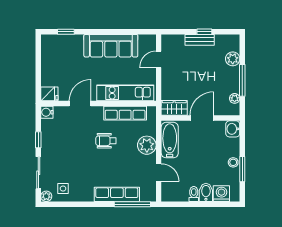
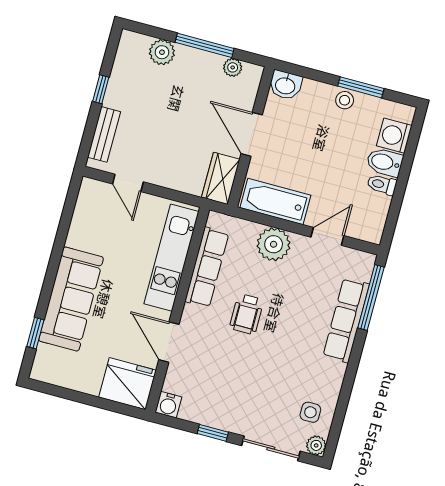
bench: (200, 40) -> (104, 134), moved
sofa: (111, 46) -> (71, 299), moved
fridge: (49, 94) -> (128, 384), width x1.88, depth x1.34

